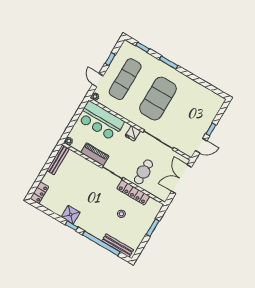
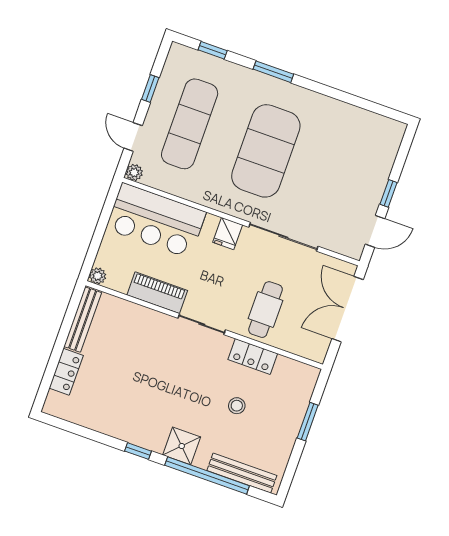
locker: (133, 192) -> (253, 356), width x0.66
locker: (39, 193) -> (66, 372), moved
shower: (71, 215) -> (182, 446), moved

